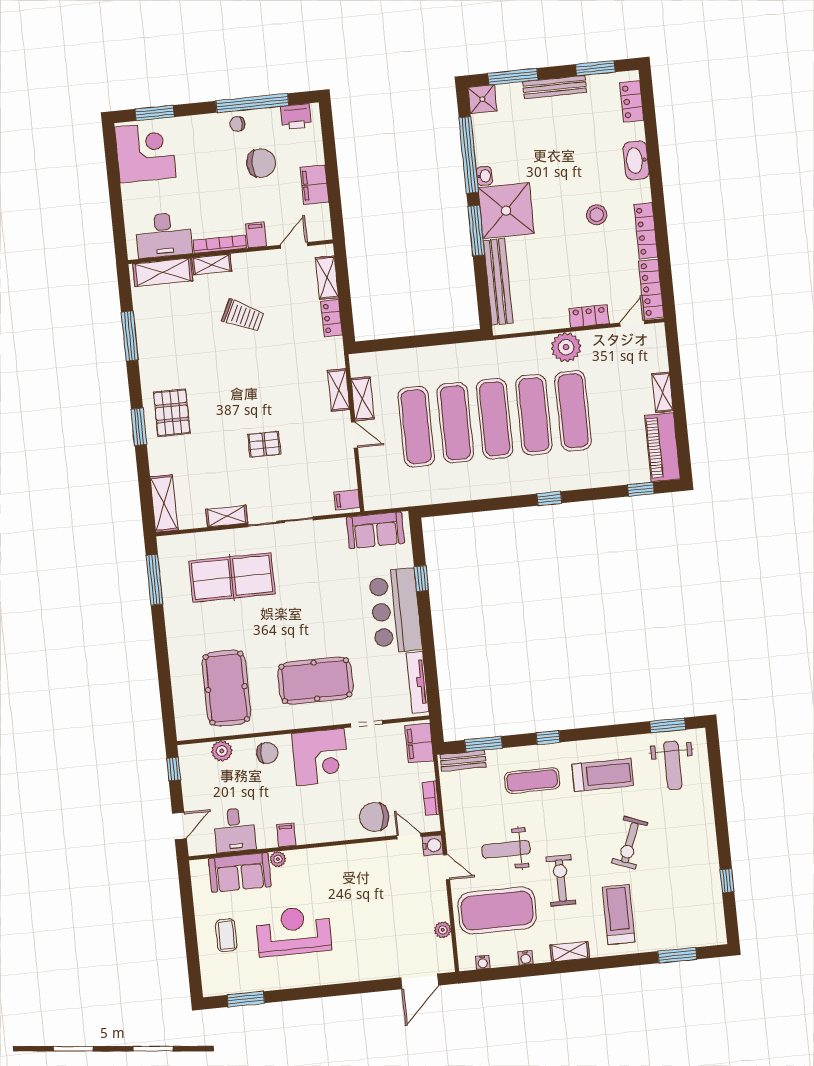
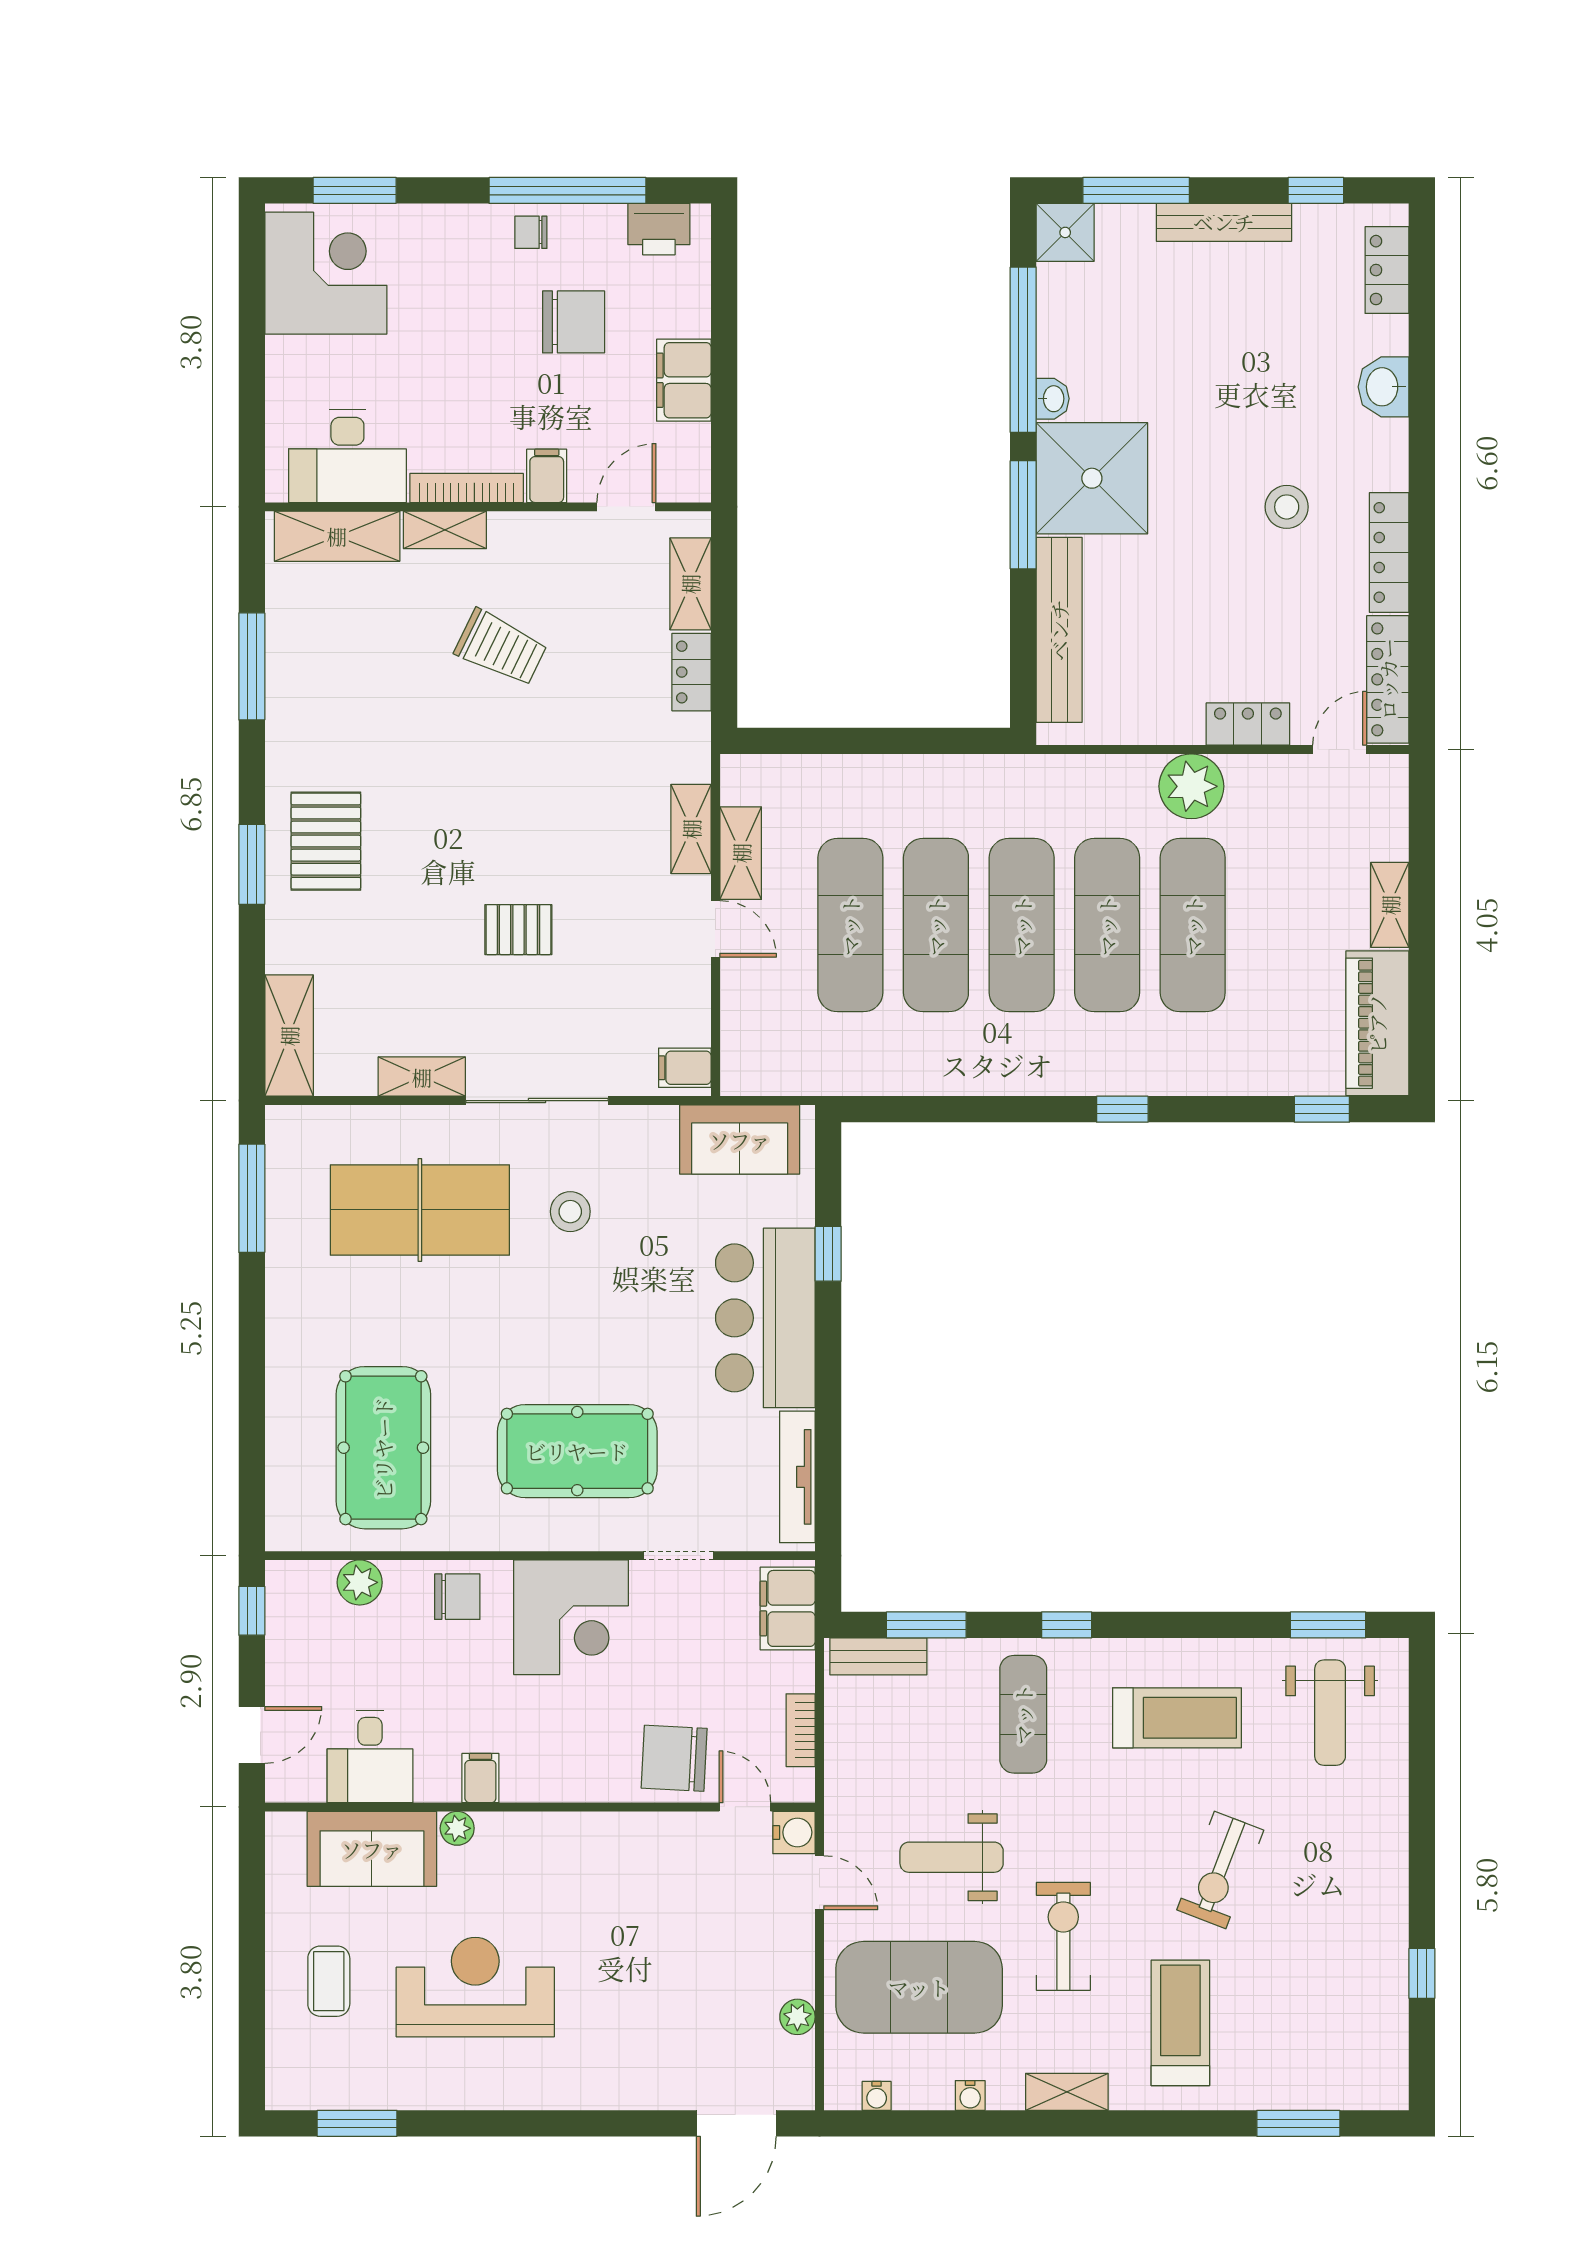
window: (595, 68) -> (1316, 190), width x0.67
washbasin: (636, 160) -> (1384, 387), width x0.72
stool: (301, 571) -> (570, 1212), added
exercise mat: (532, 780) -> (1023, 1714), turned 90

